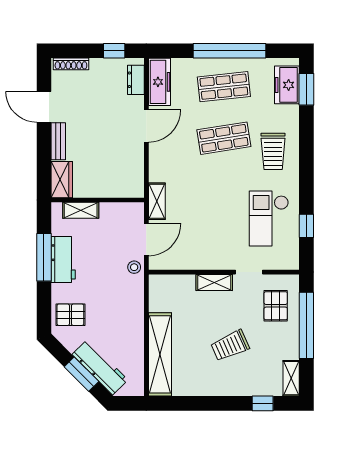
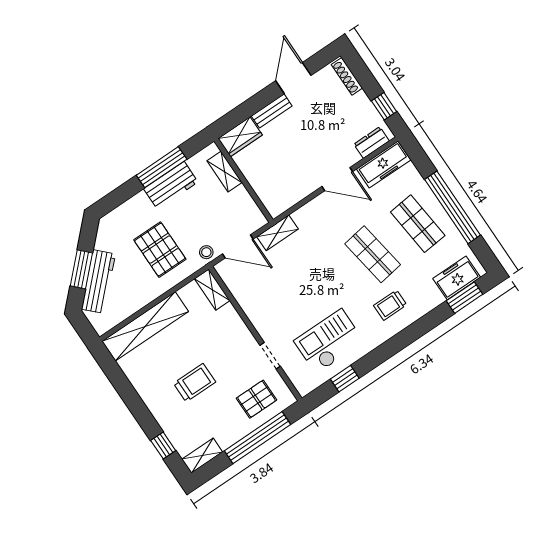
trolley: (273, 151) -> (390, 305), width x0.73, depth x0.72
shelving: (214, 282) -> (212, 290), moved
pallet: (70, 315) -> (160, 250), moved, width x1.50, depth x1.42
trolley: (230, 346) -> (195, 383), turned 114

